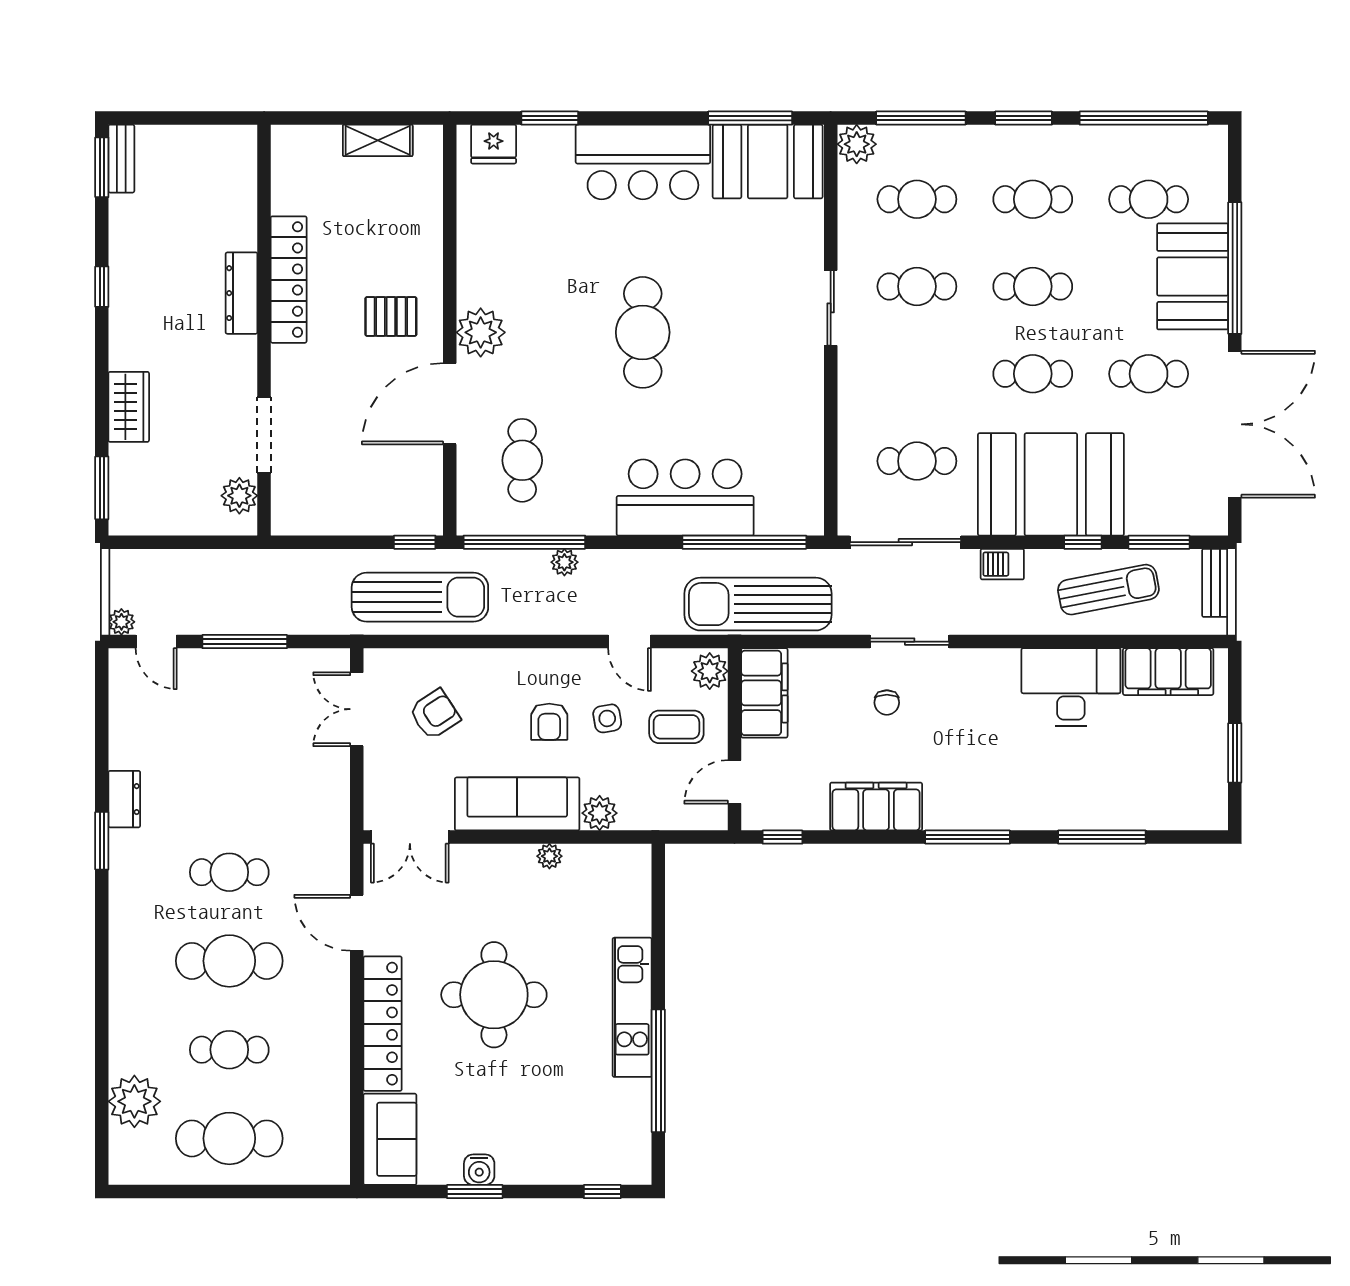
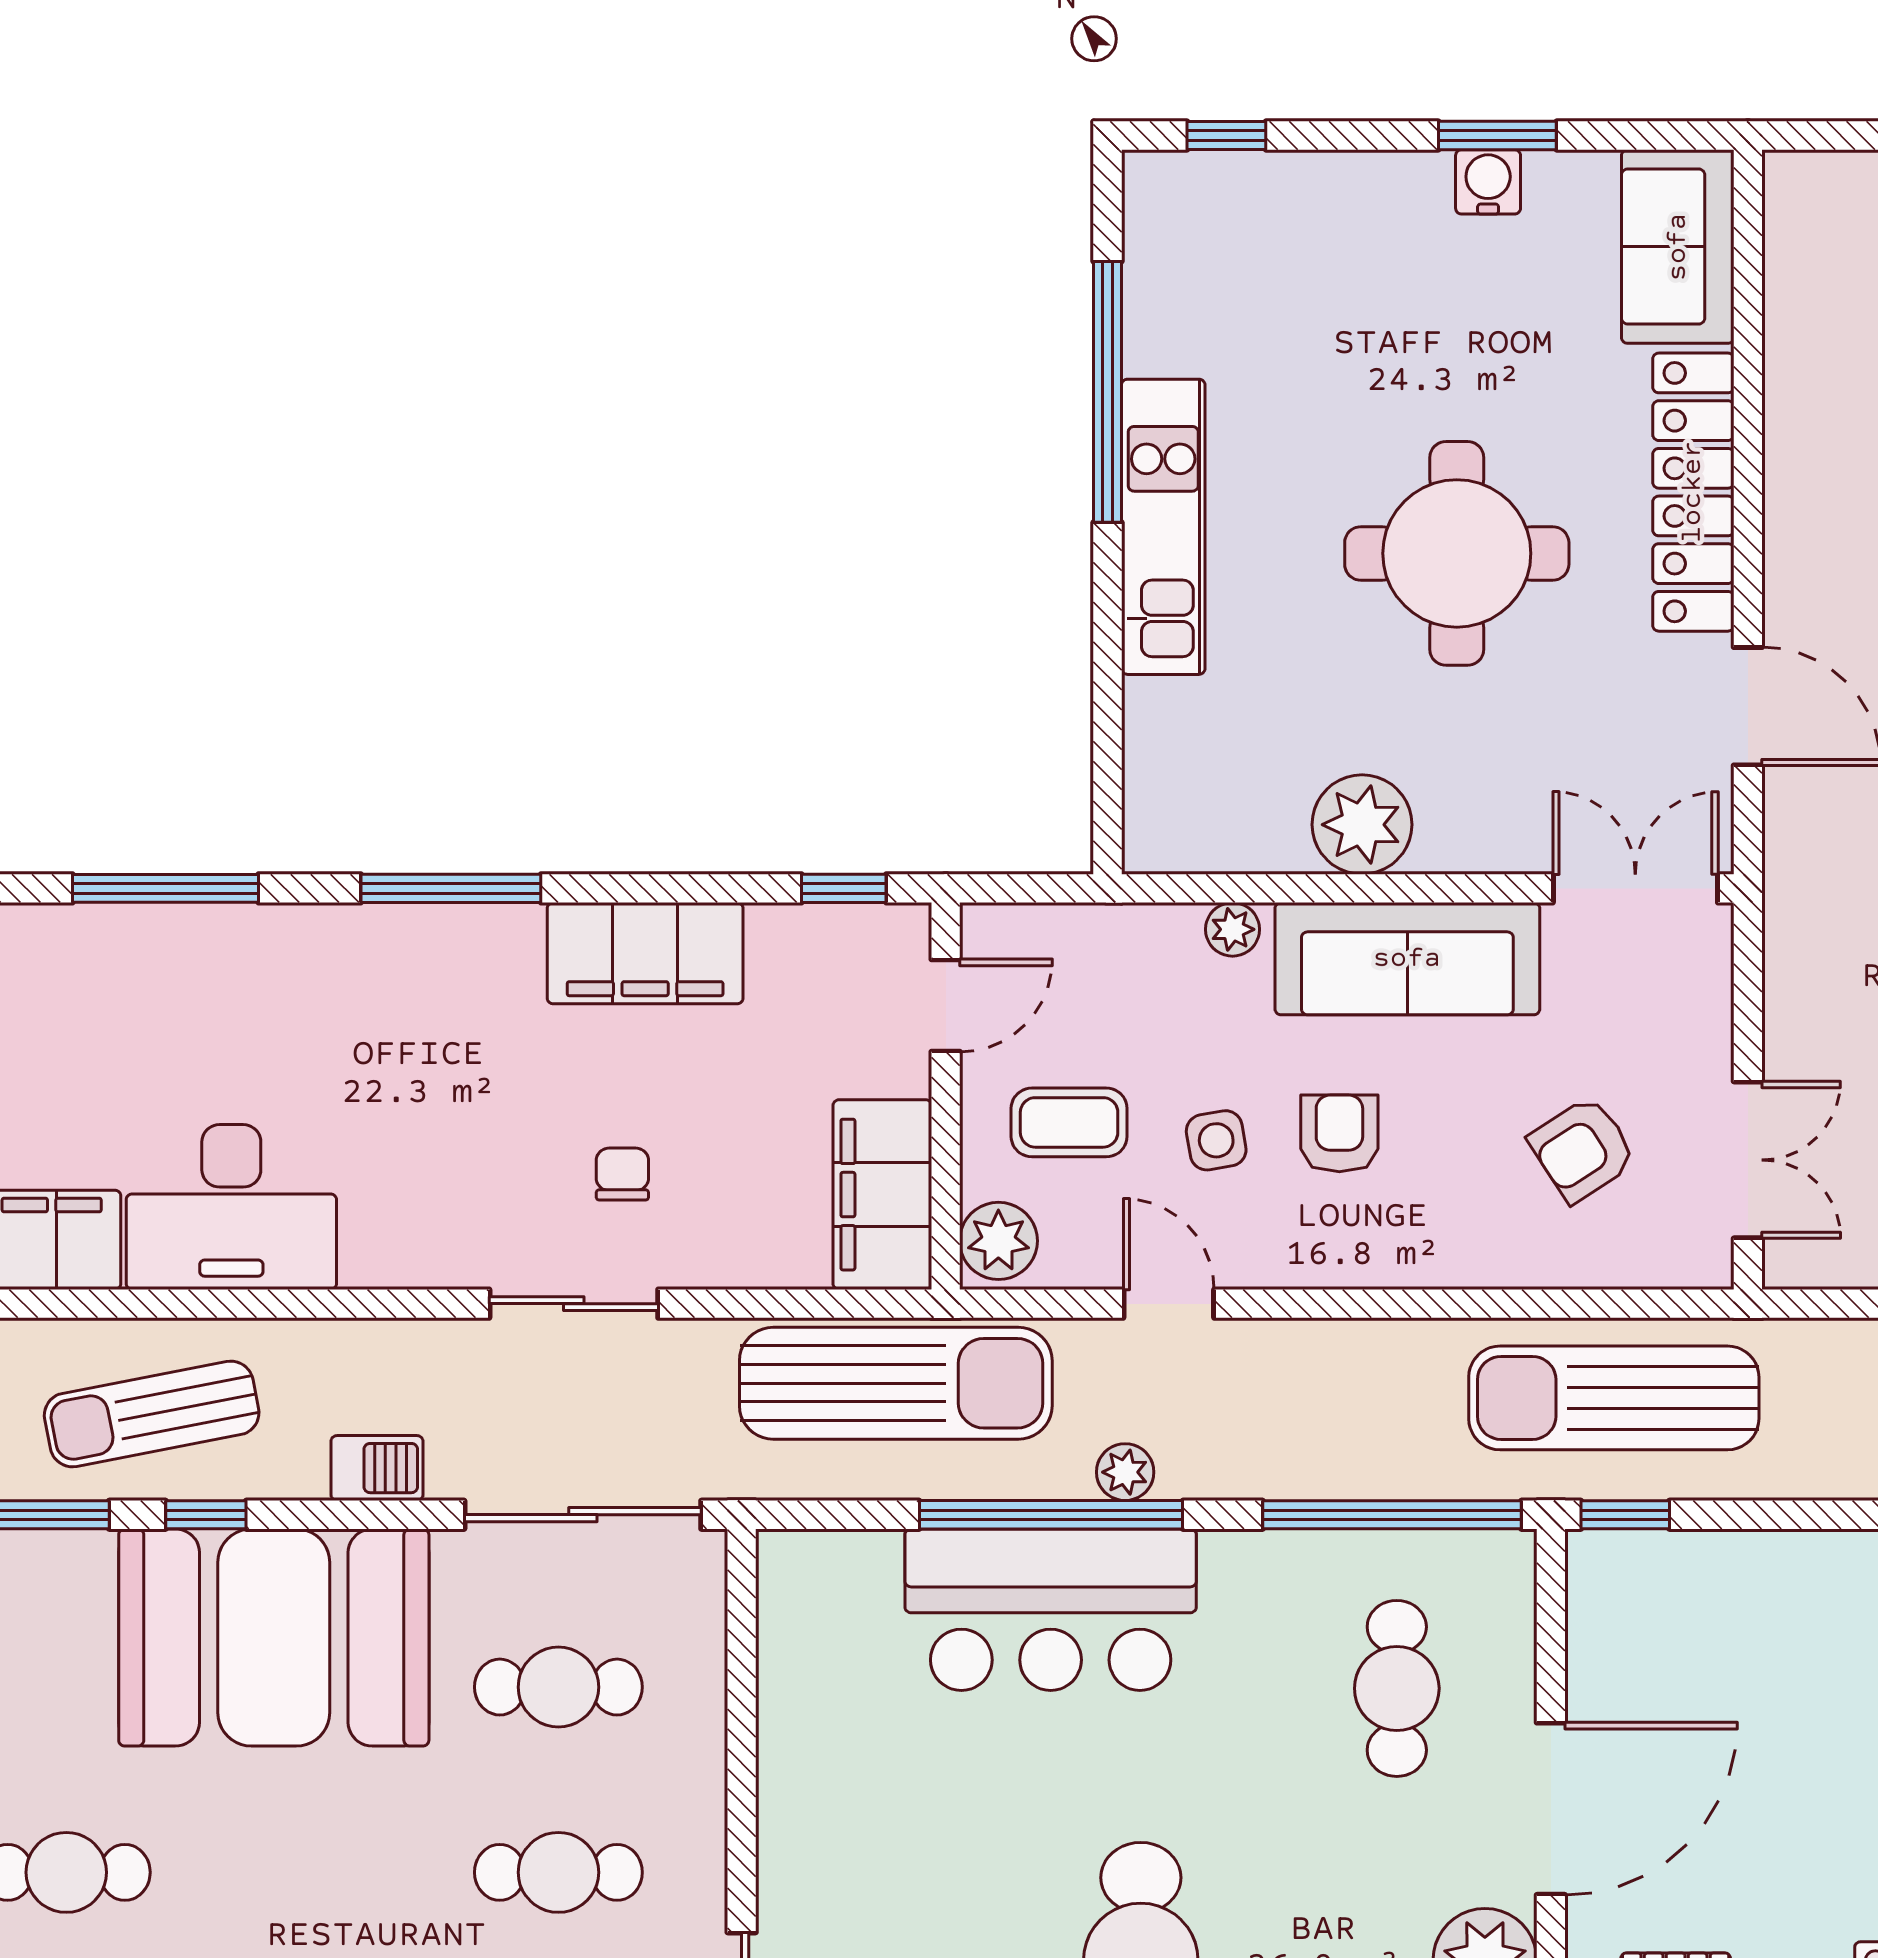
cafe table: (1033, 374) -> (558, 1872), moved
window: (744, 542) -> (1051, 1515), moved
plant: (564, 562) -> (1125, 1472), moved
plant: (600, 813) -> (1233, 929), width x0.73, depth x0.73
plant: (549, 856) -> (1362, 825), width x1.88, depth x1.88

